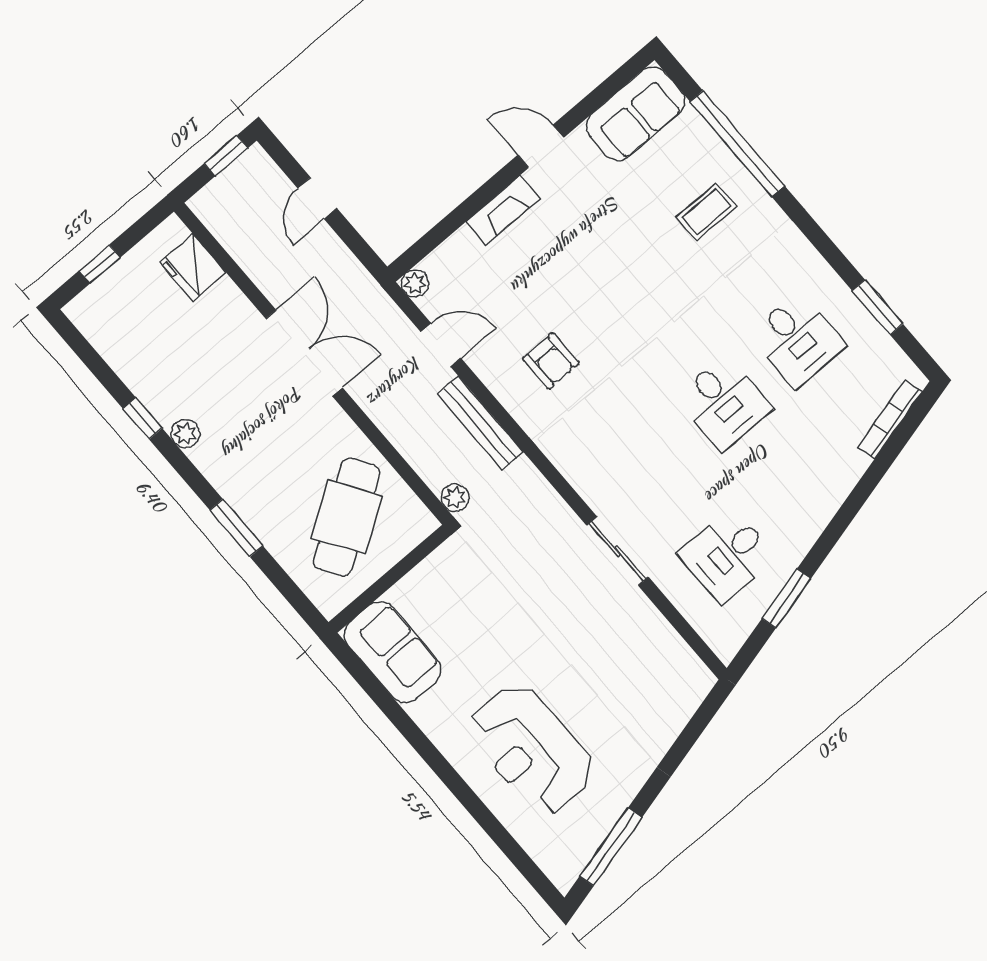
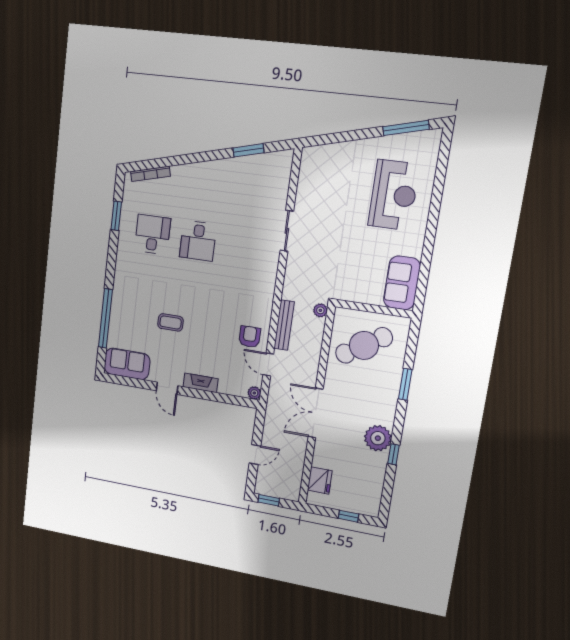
coffee table: (706, 212) -> (170, 322), moved
armchair: (551, 361) -> (250, 337), moved
desk: (724, 403) -> (198, 241), turned 180
plant: (185, 434) -> (378, 438), width x1.87, depth x1.87
desk: (727, 556) -> (252, 188), removed

